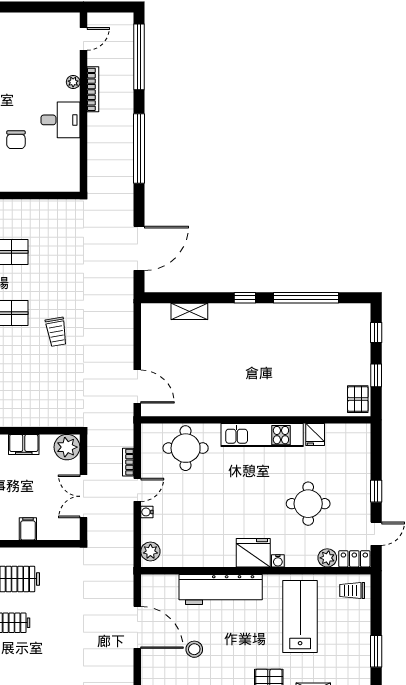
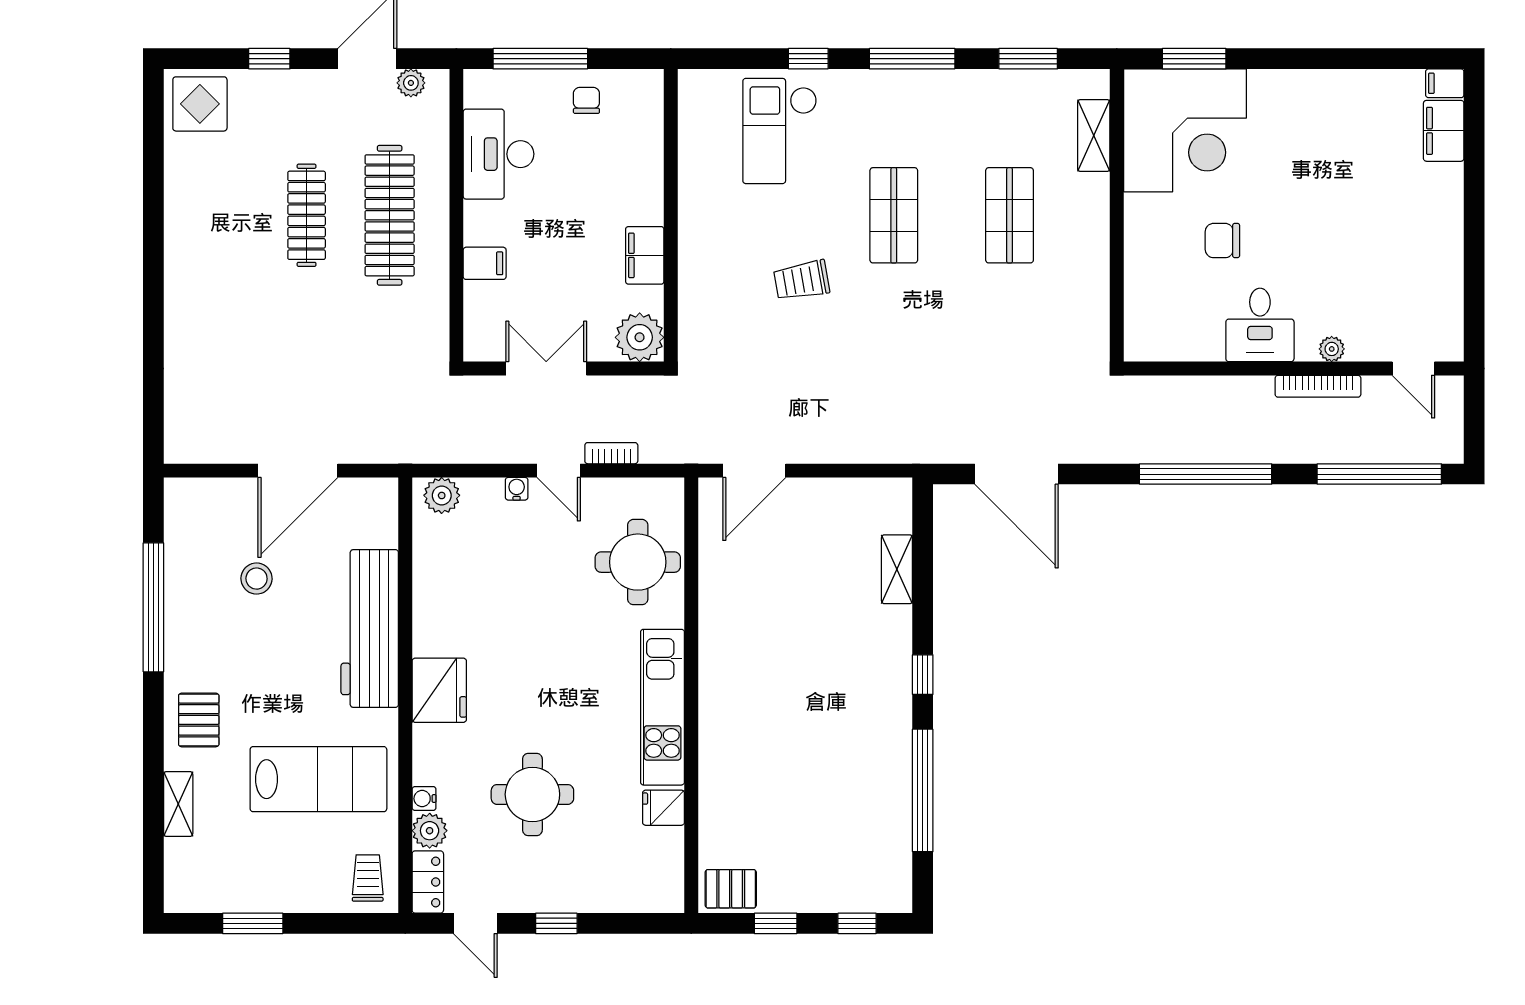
trolley: (56, 332) -> (802, 280), moved
water cooler: (278, 561) -> (424, 799), moved

